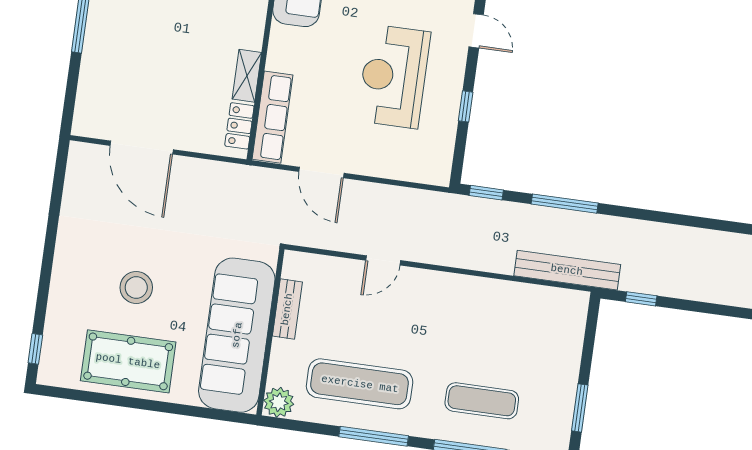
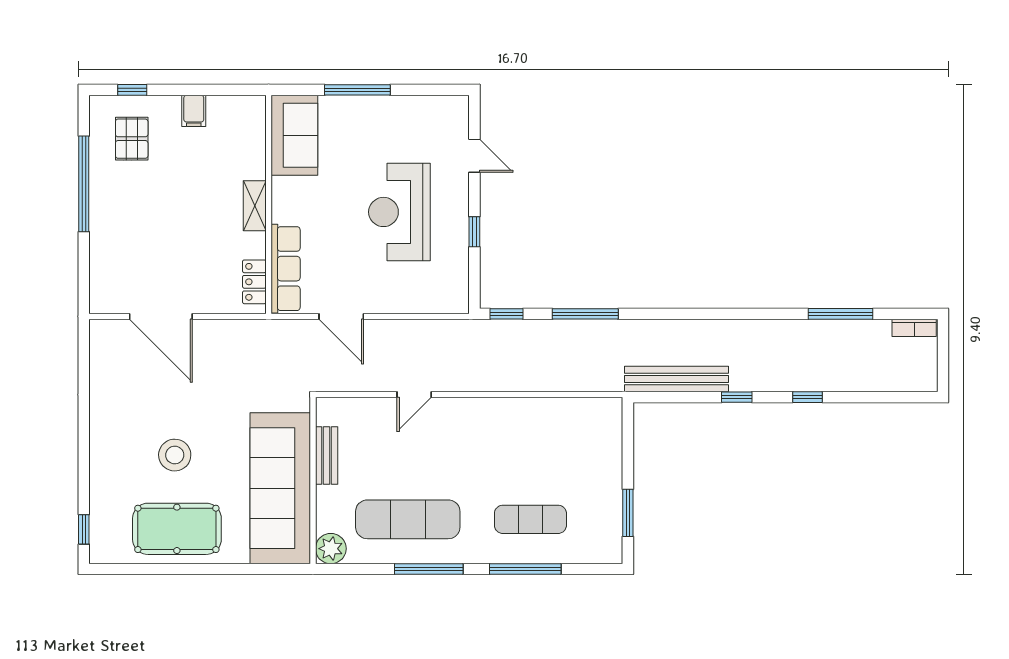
shelving: (247, 76) -> (255, 206), moved
bench: (567, 270) -> (677, 379), moved
window: (641, 299) -> (737, 397), moved

